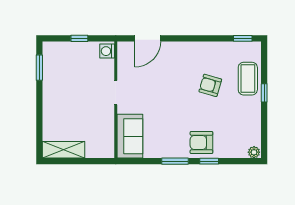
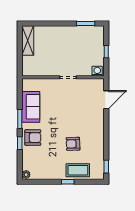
door: (148, 38) -> (106, 100), swing flipped
armchair: (210, 85) -> (73, 144), turned -108
sofa: (130, 136) -> (31, 107), moved, turned -90
armchair: (201, 143) -> (33, 138), turned 90

